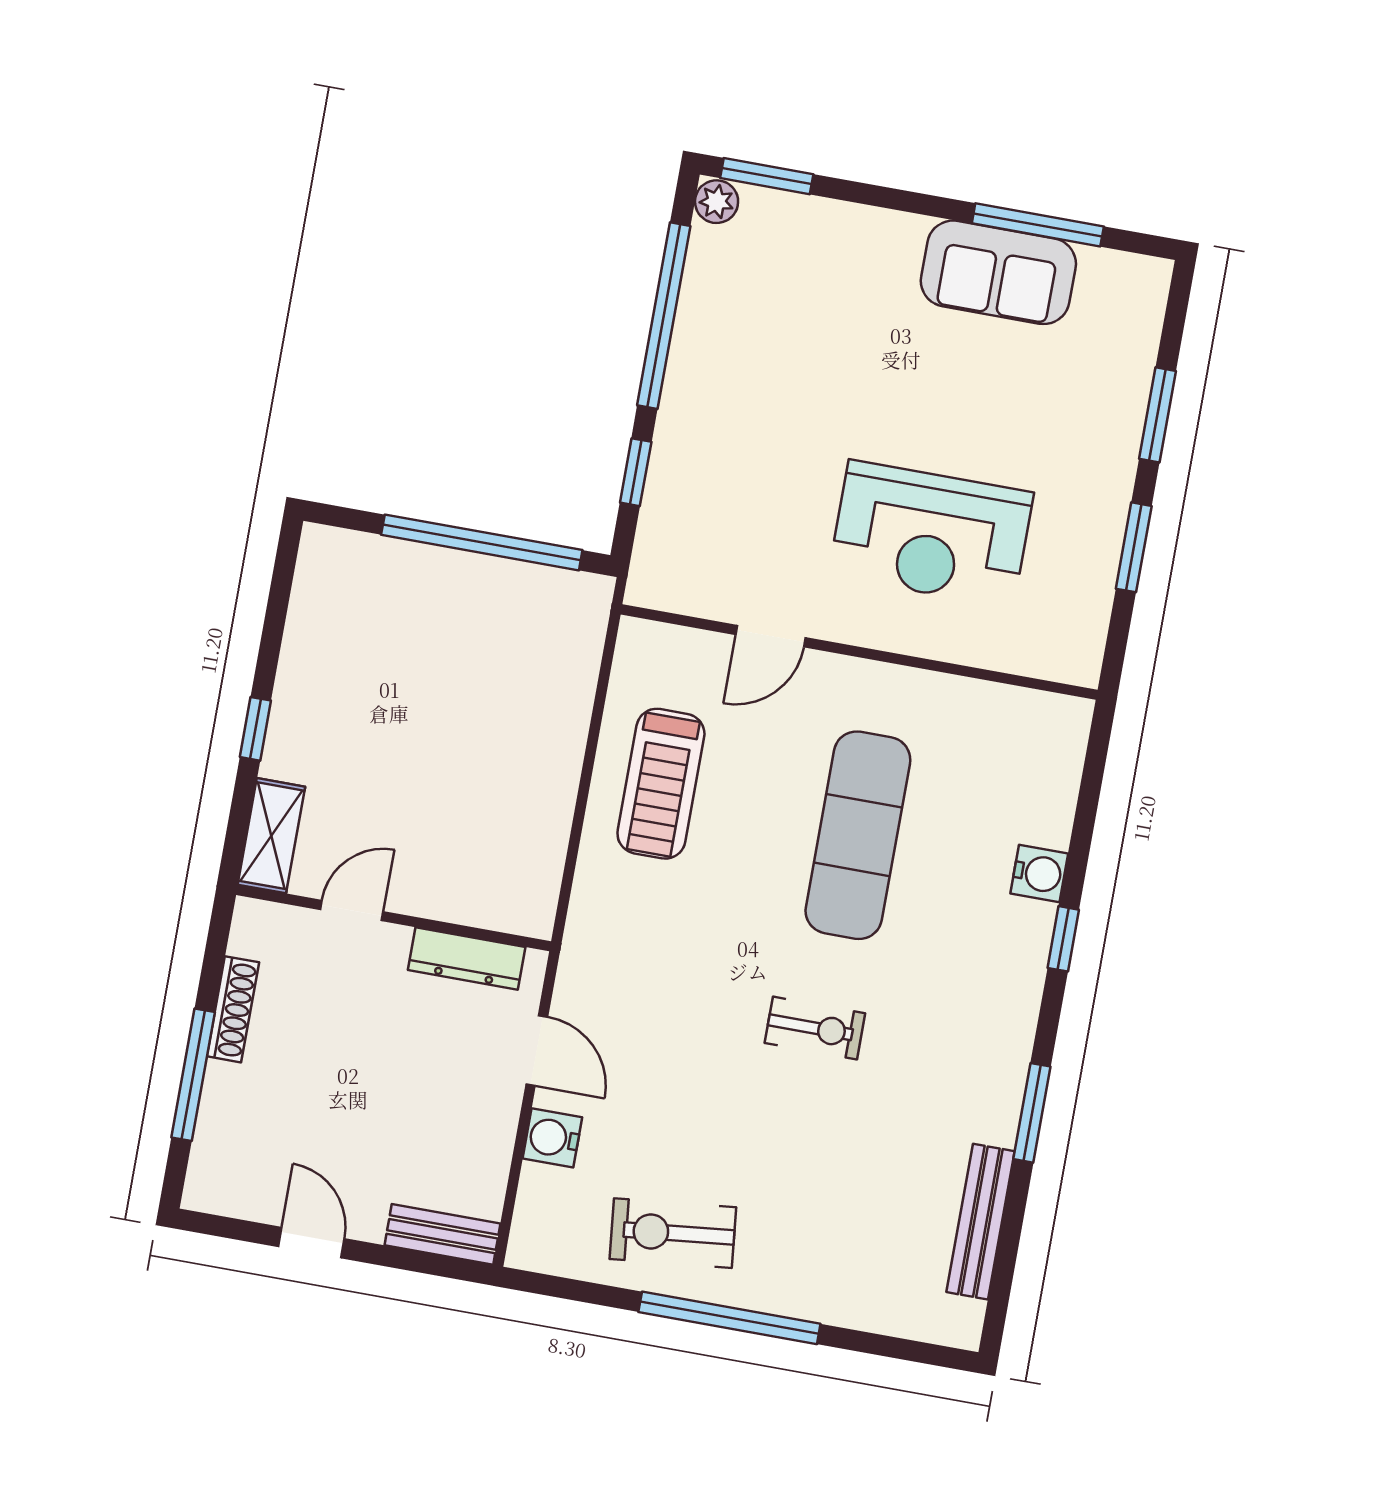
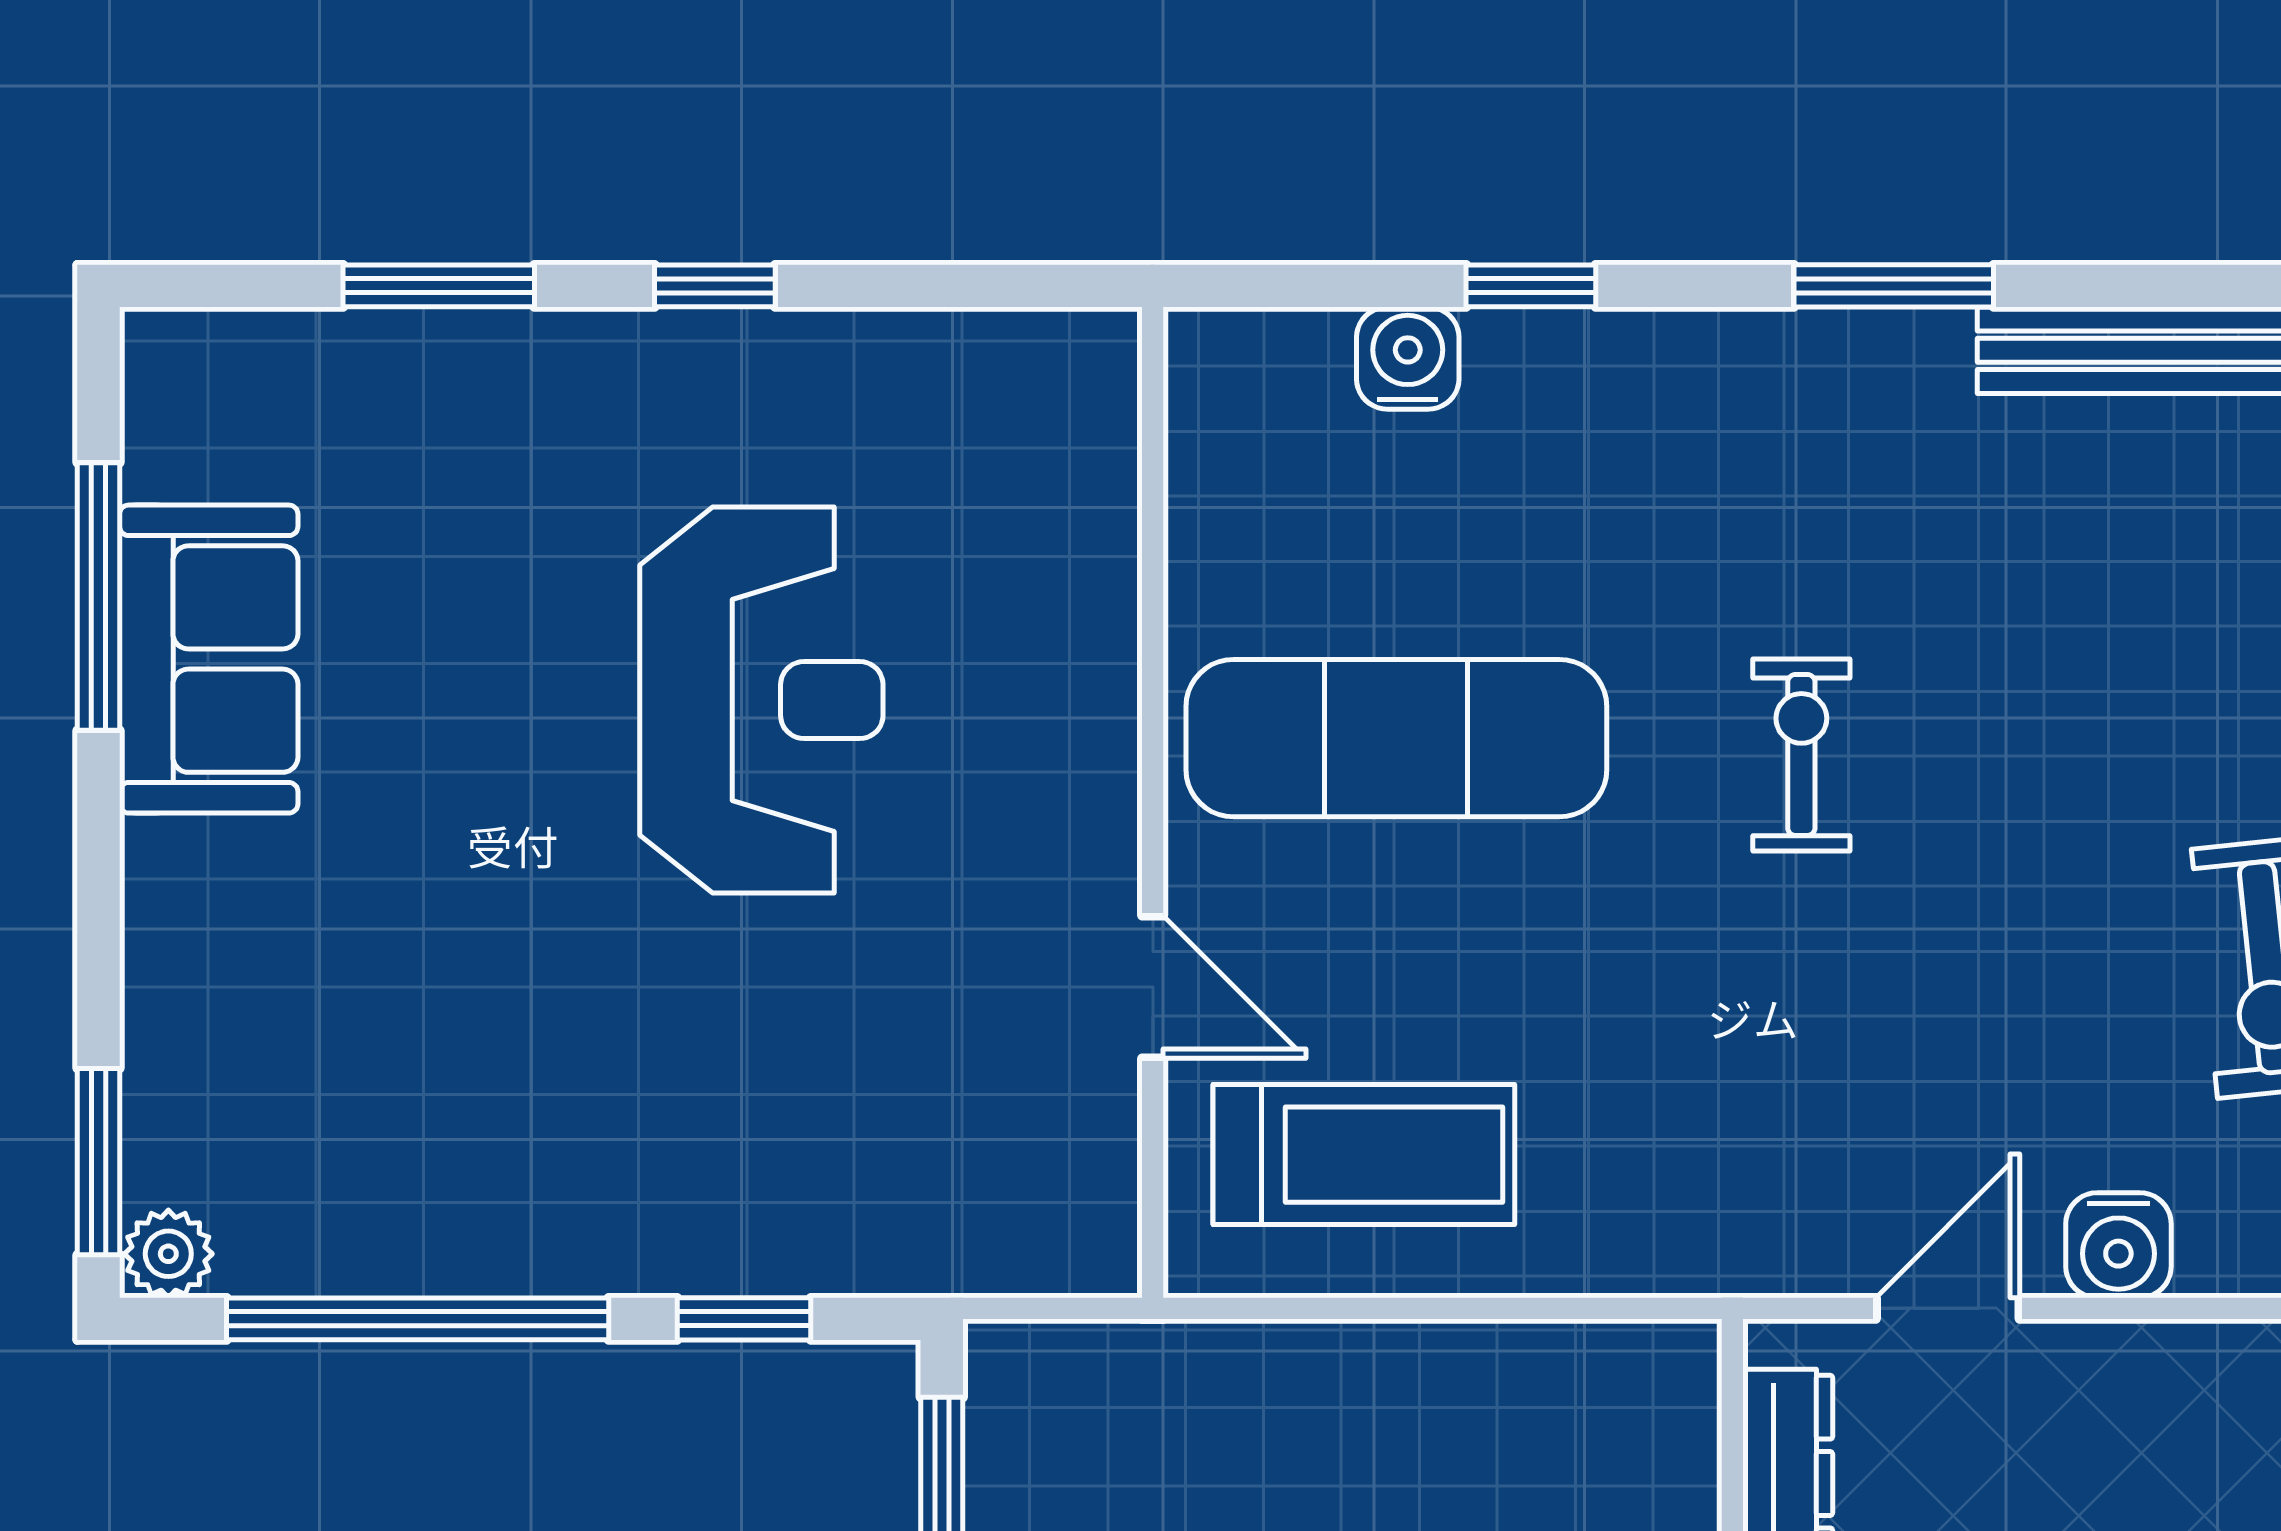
window: (1134, 547) -> (715, 286), width x0.67
door: (770, 636) -> (1153, 987), moved
wall: (859, 652) -> (1153, 802), moved

